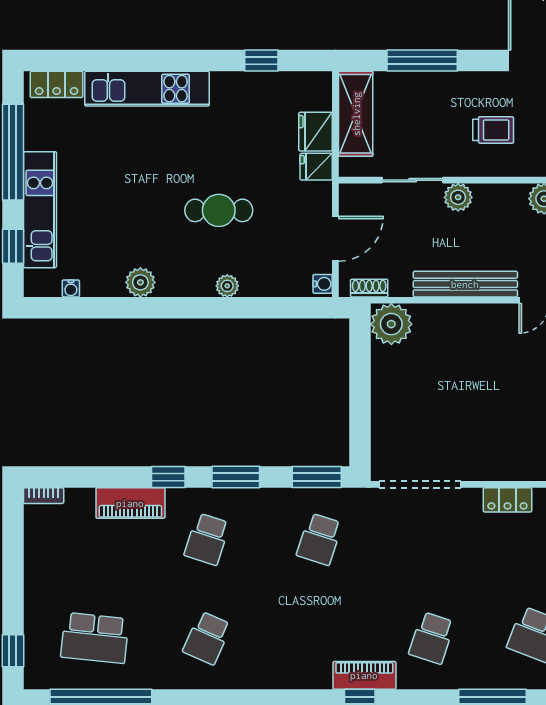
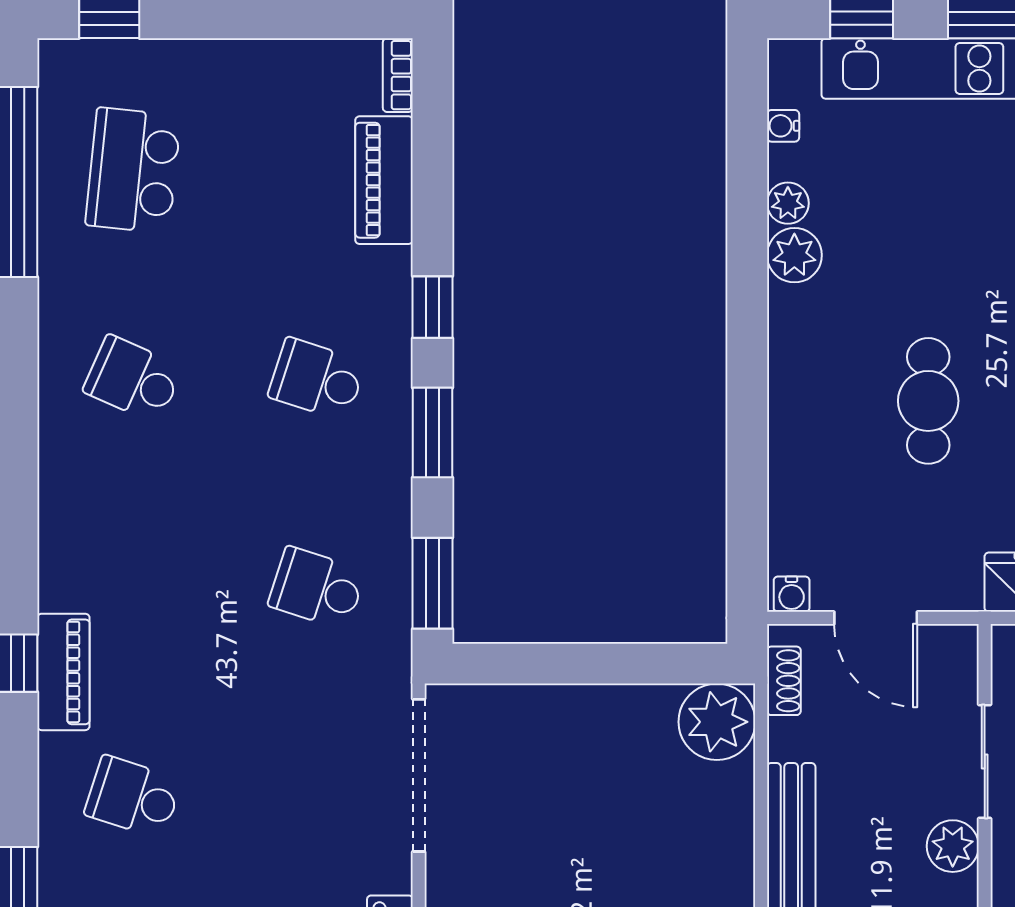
plant: (227, 286) -> (788, 203), moved
piano: (130, 503) -> (384, 180), moved

